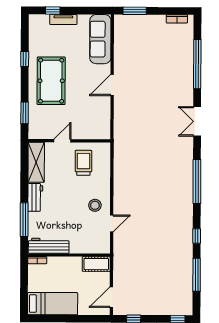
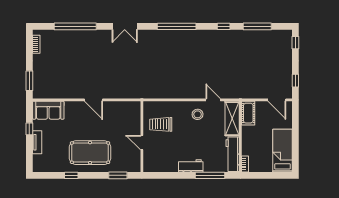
window: (53, 11) -> (29, 129), moved
sofa: (100, 39) -> (48, 110), width x0.73
shelving: (36, 162) -> (232, 119), moved, turned 90

